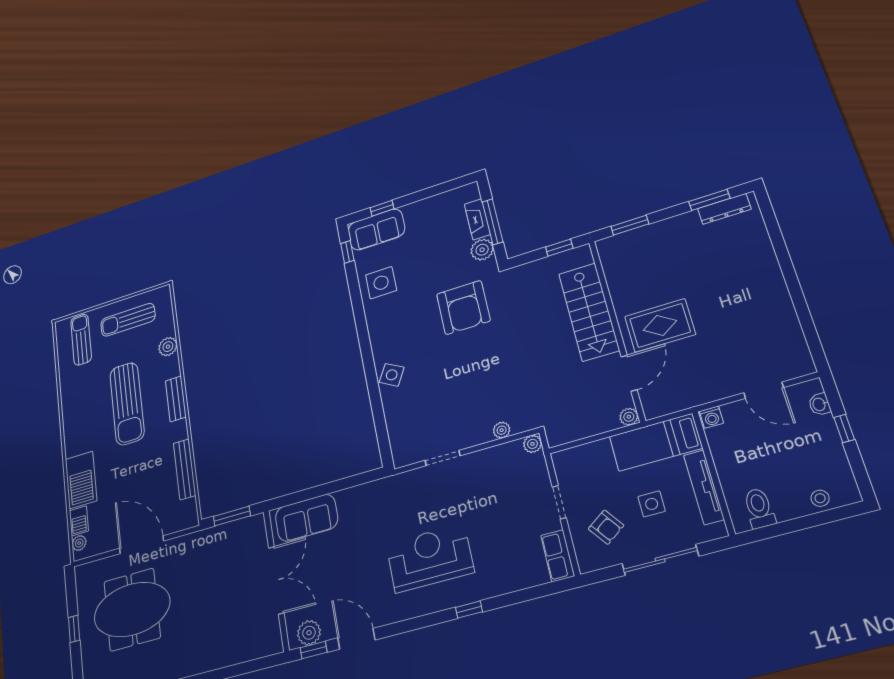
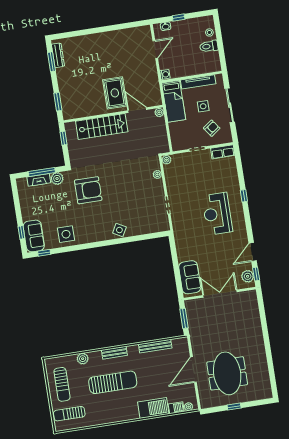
toilet: (759, 508) -> (209, 46), moved

